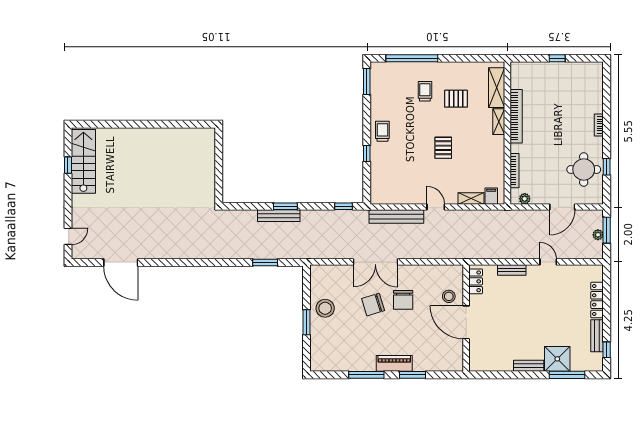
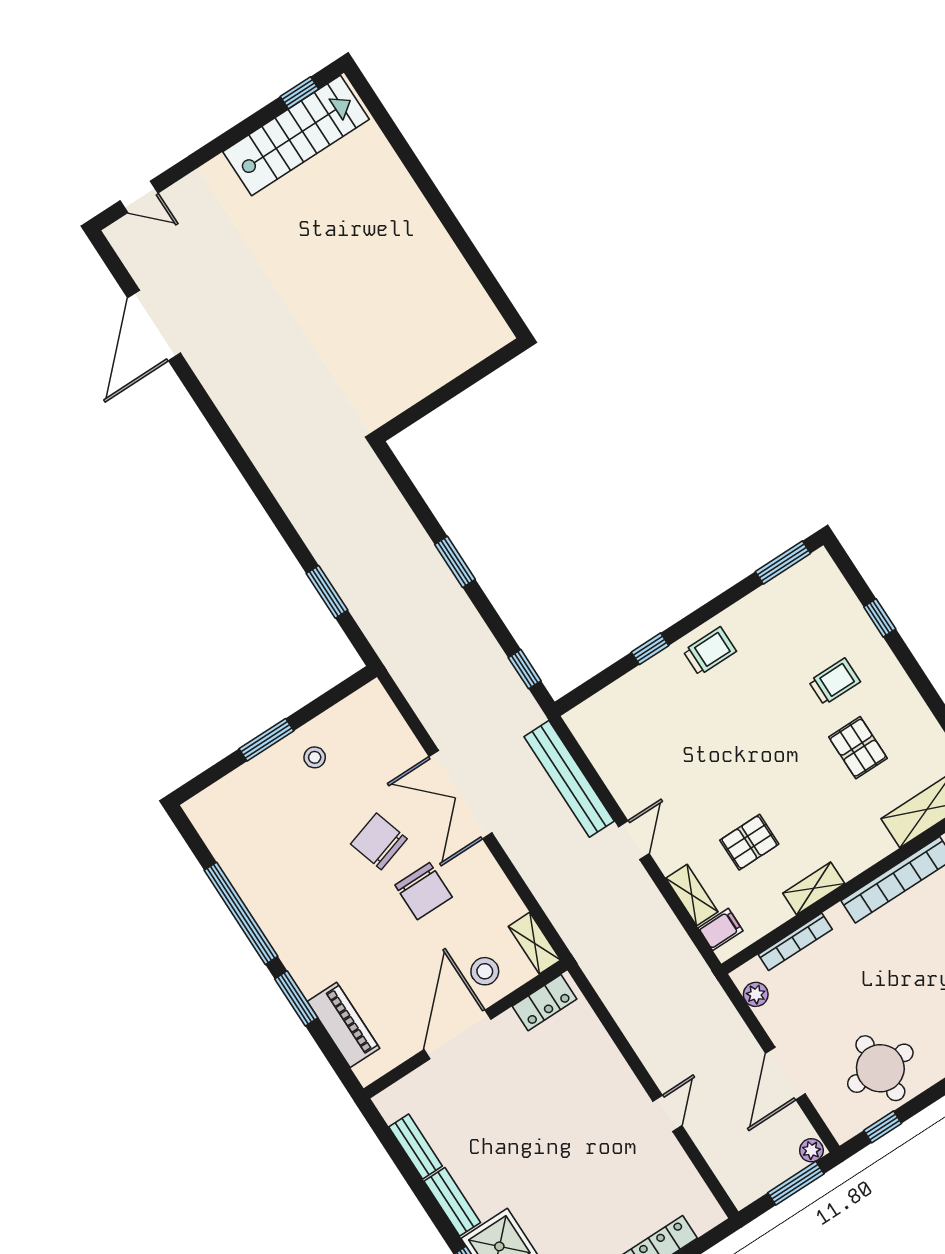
window: (412, 58) -> (880, 618), width x0.32
shelving: (499, 122) -> (814, 888), moved
pallet: (443, 148) -> (749, 842), moved
window: (68, 165) -> (299, 93), moved
window: (607, 167) -> (883, 1127), moved
door: (562, 207) -> (785, 1074), hinge flipped
bench: (279, 216) -> (430, 561), removed
plant: (598, 235) -> (811, 1150), moved
shelving: (450, 270) -> (534, 943), added
bench: (512, 270) -> (416, 1146), moved
chair: (403, 300) -> (424, 891), turned -90
stool: (325, 308) -> (315, 757), width x0.53, depth x0.53
piano: (394, 363) -> (343, 1025), moved
window: (366, 375) -> (241, 913), width x1.46

